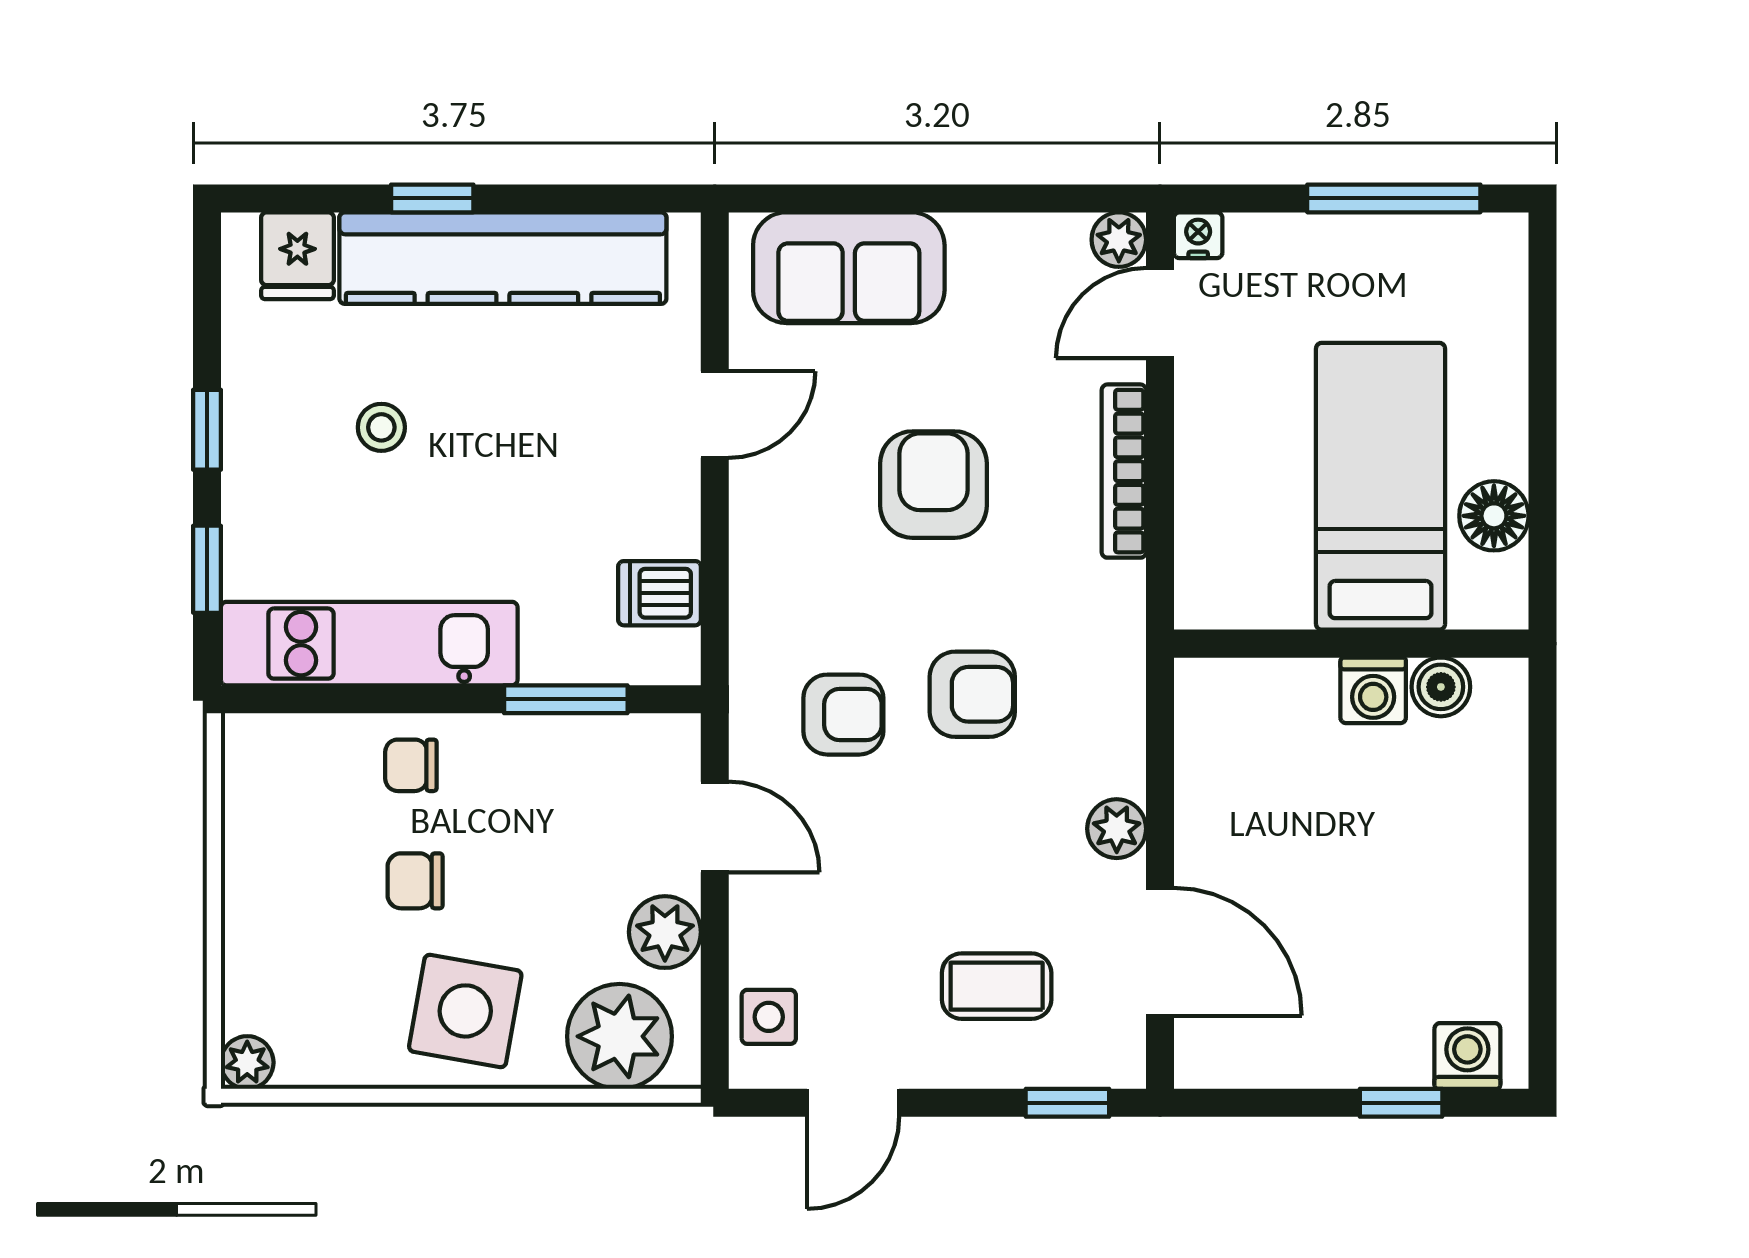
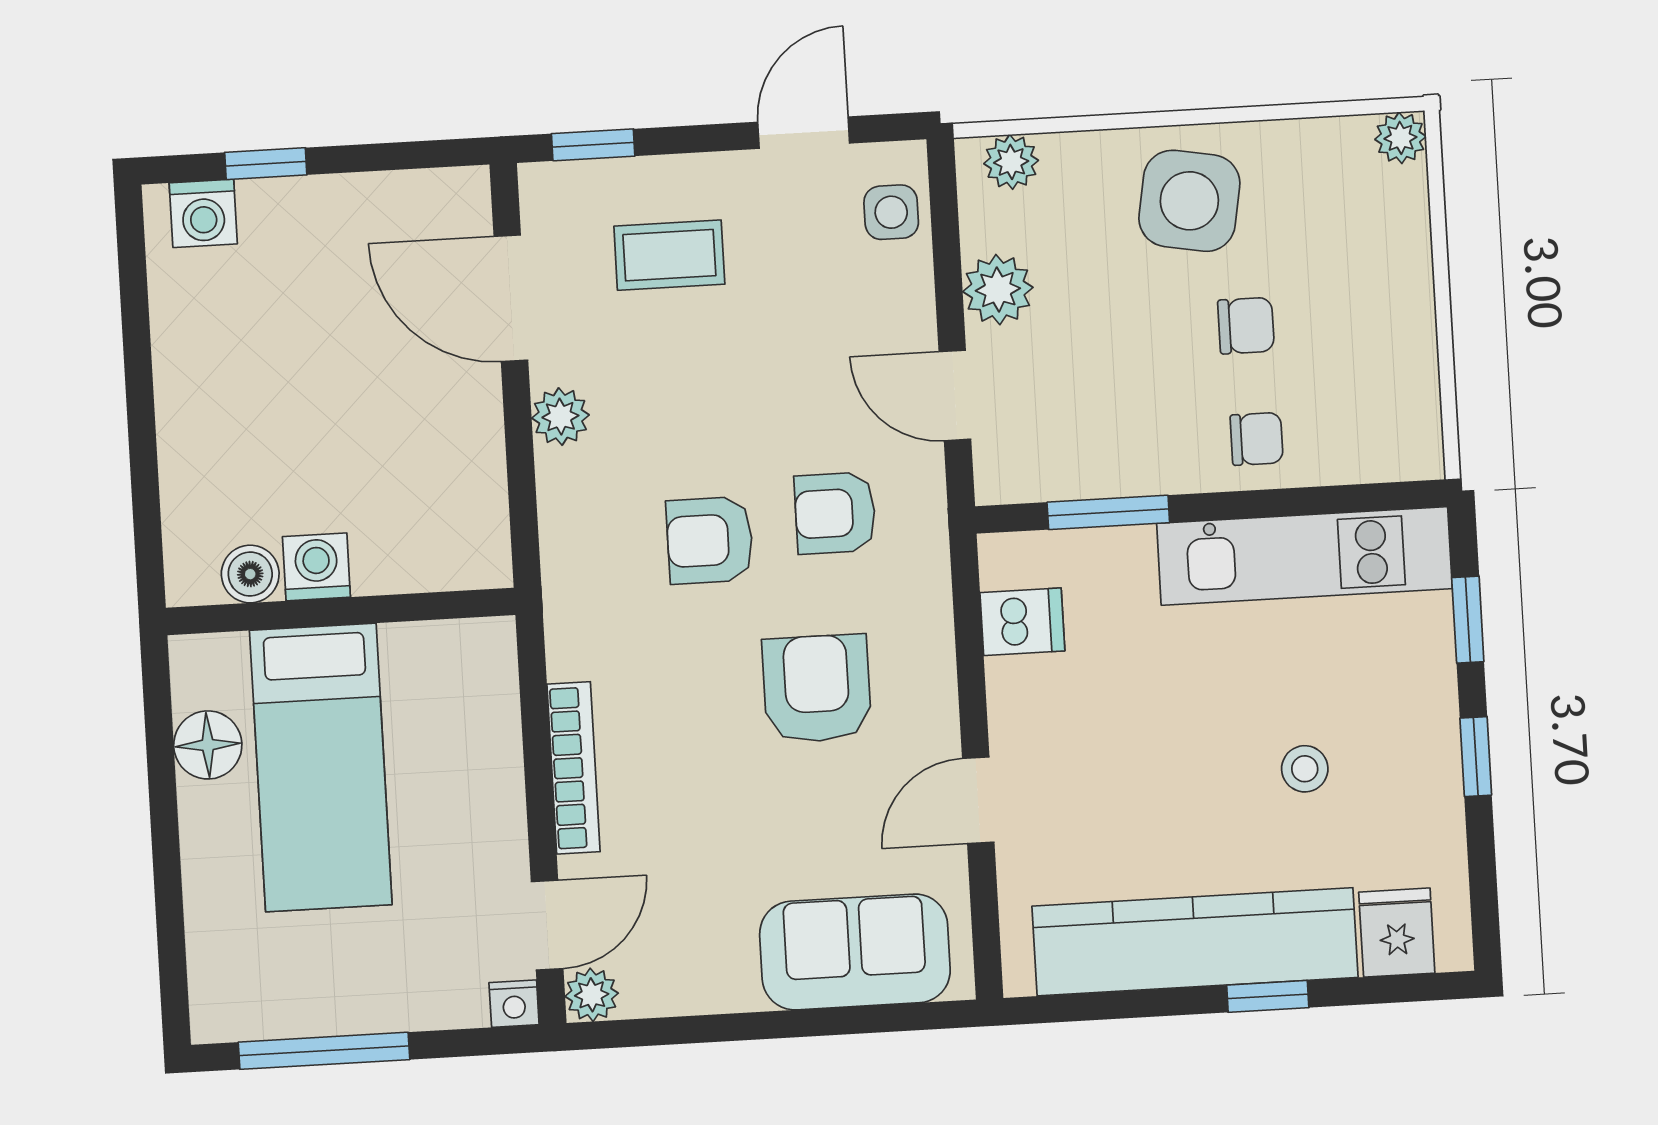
armchair: (934, 485) -> (817, 689), moved, turned 180
plant: (620, 1036) -> (1011, 162), width x0.53, depth x0.53

